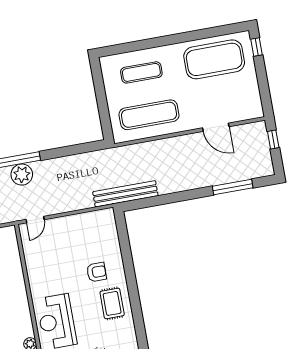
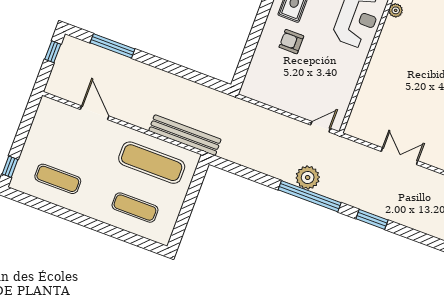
exercise mat: (214, 59) -> (58, 179), width x0.50, depth x0.69
window: (273, 139) -> (53, 52), moved
bench: (125, 194) -> (185, 135), moved

